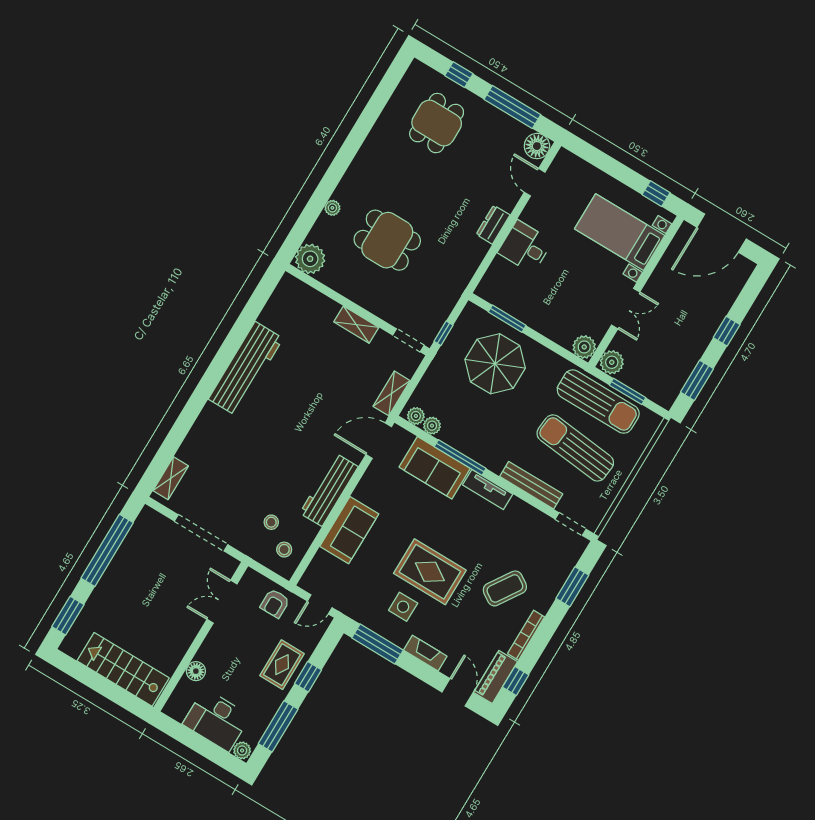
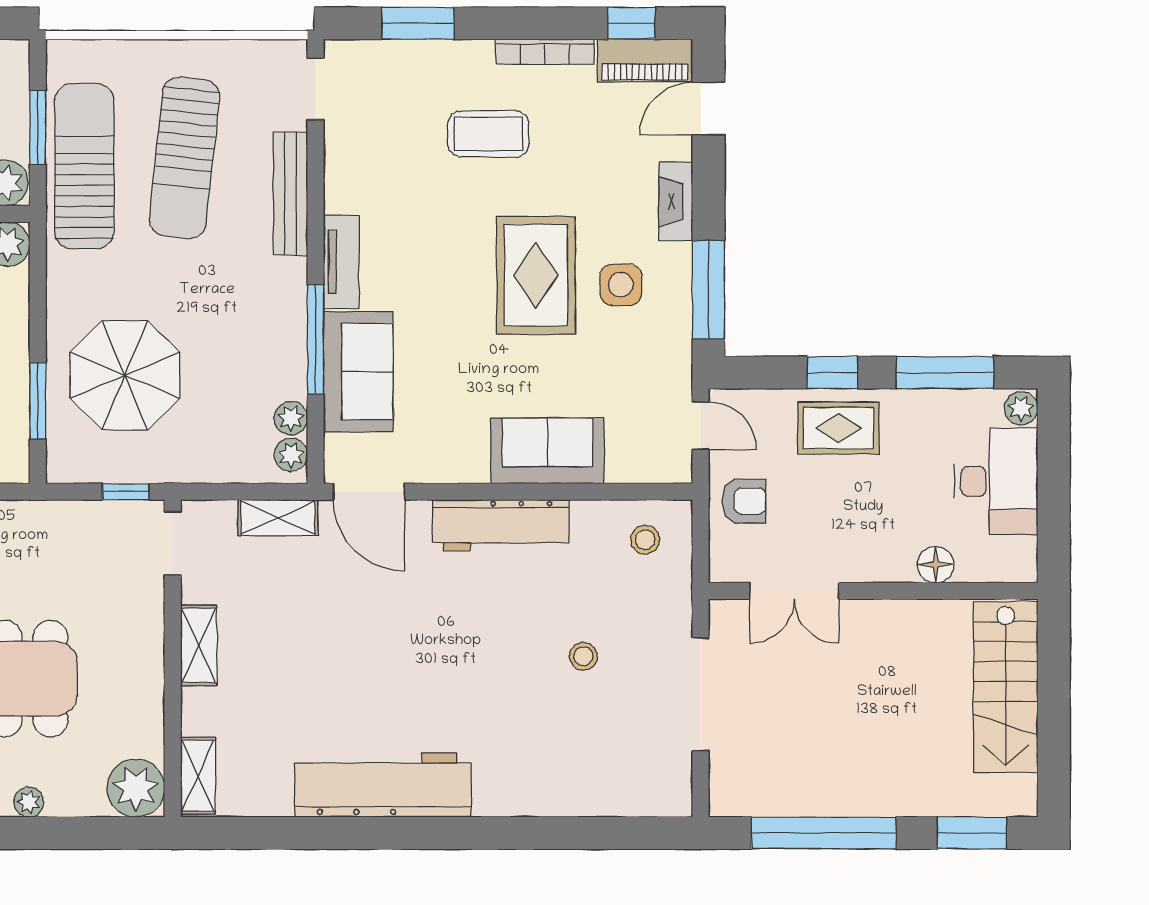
shelving: (171, 478) -> (198, 776), moved, turned 90
stool: (271, 522) -> (583, 656), moved
coffee table: (505, 588) -> (488, 134), turned -33

